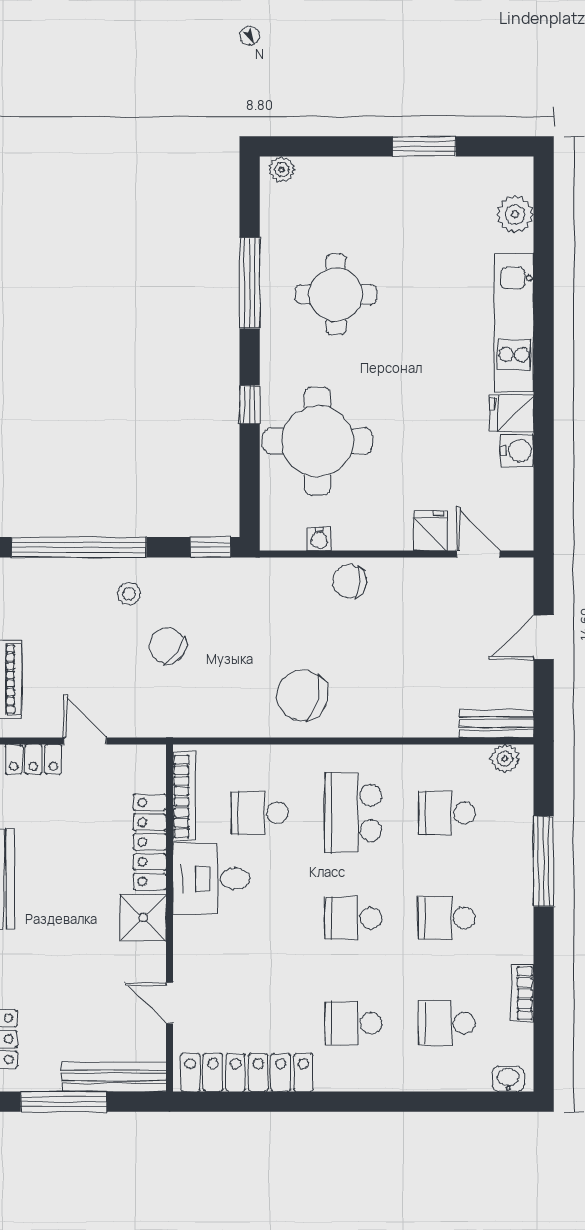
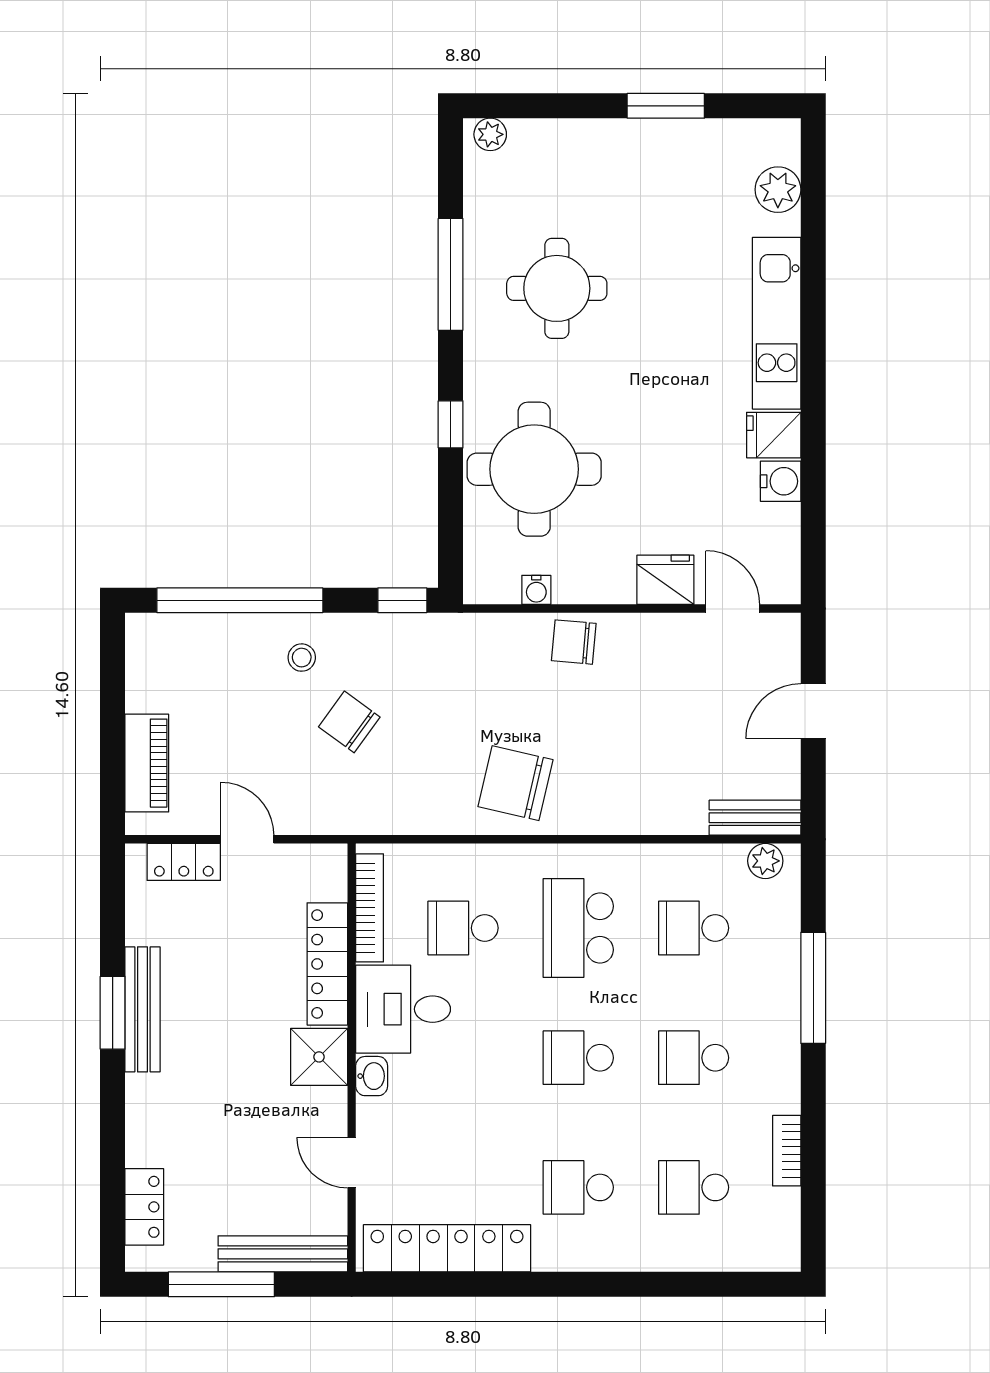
fridge: (430, 531) -> (665, 580), width x1.38
washbasin: (508, 1079) -> (372, 1076), moved, turned 90

